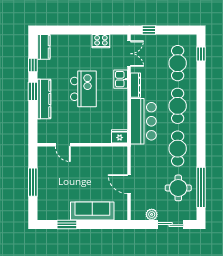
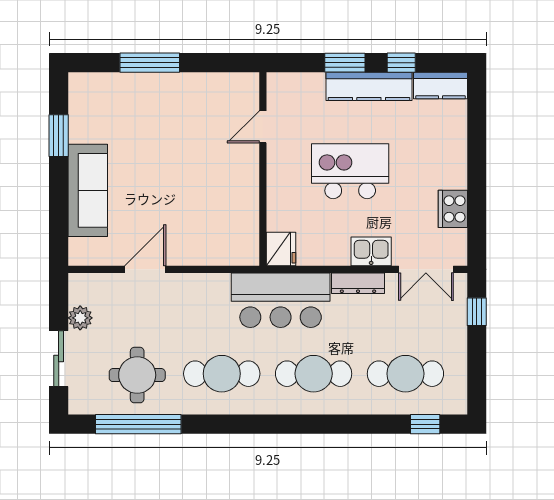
kitchen island: (83, 89) -> (350, 171), turned 180
kitchen counter: (44, 99) -> (369, 86), moved
fridge: (120, 136) -> (281, 249), moved
door: (63, 145) -> (263, 127), moved
wall: (82, 145) -> (263, 169), moved

